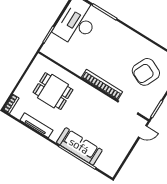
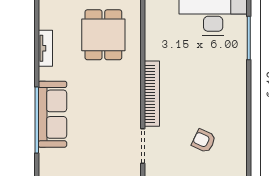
armchair: (146, 72) -> (204, 141), width x0.53, depth x0.53
tv unit: (36, 125) -> (45, 48), width x0.71

